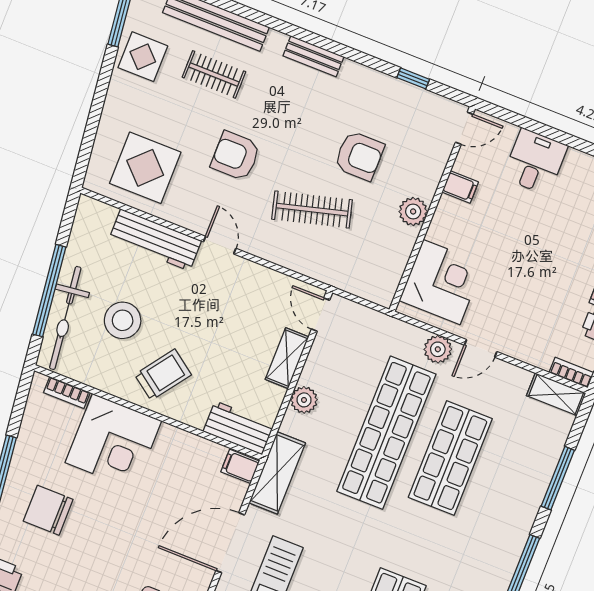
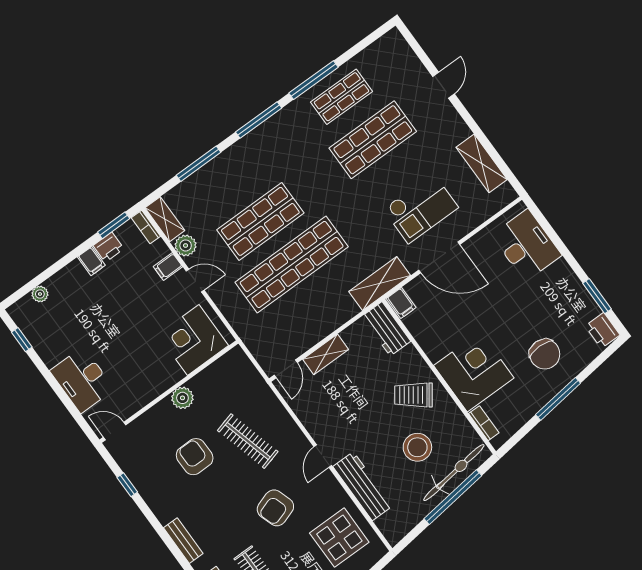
armchair: (236, 156) -> (275, 508), turned 72
desk: (535, 162) -> (82, 380), width x1.37
filing cabinet: (460, 187) -> (168, 267), moved, turned -90
plant: (438, 349) -> (186, 245), moved
plant: (304, 400) -> (332, 320), removed

